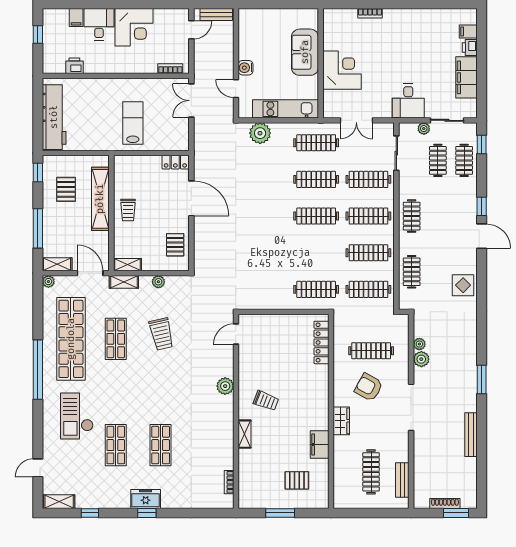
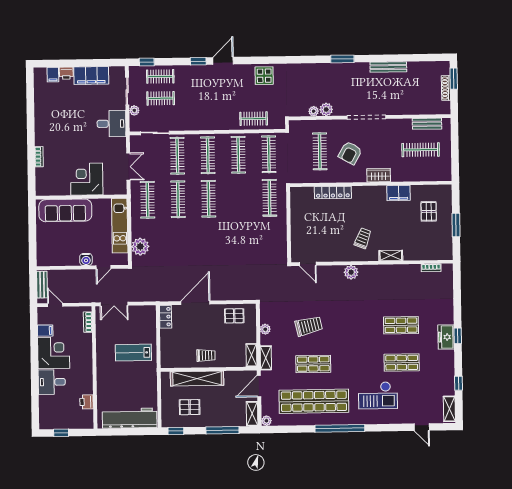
filing cabinet: (76, 17) -> (45, 331), moved
sofa: (305, 52) -> (65, 210), width x1.36
clothes rail: (412, 216) -> (207, 119), removed
locker: (321, 343) -> (333, 192), moved

